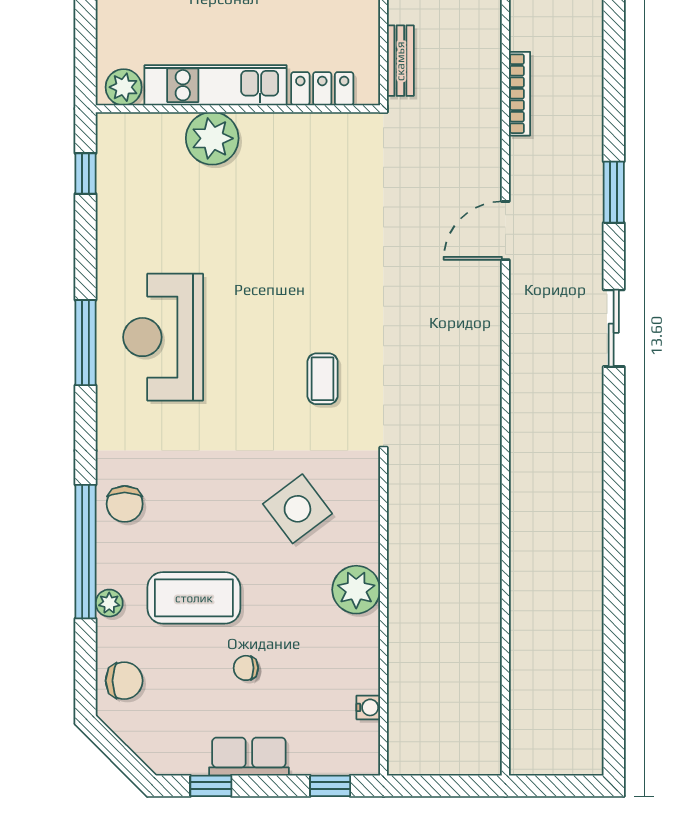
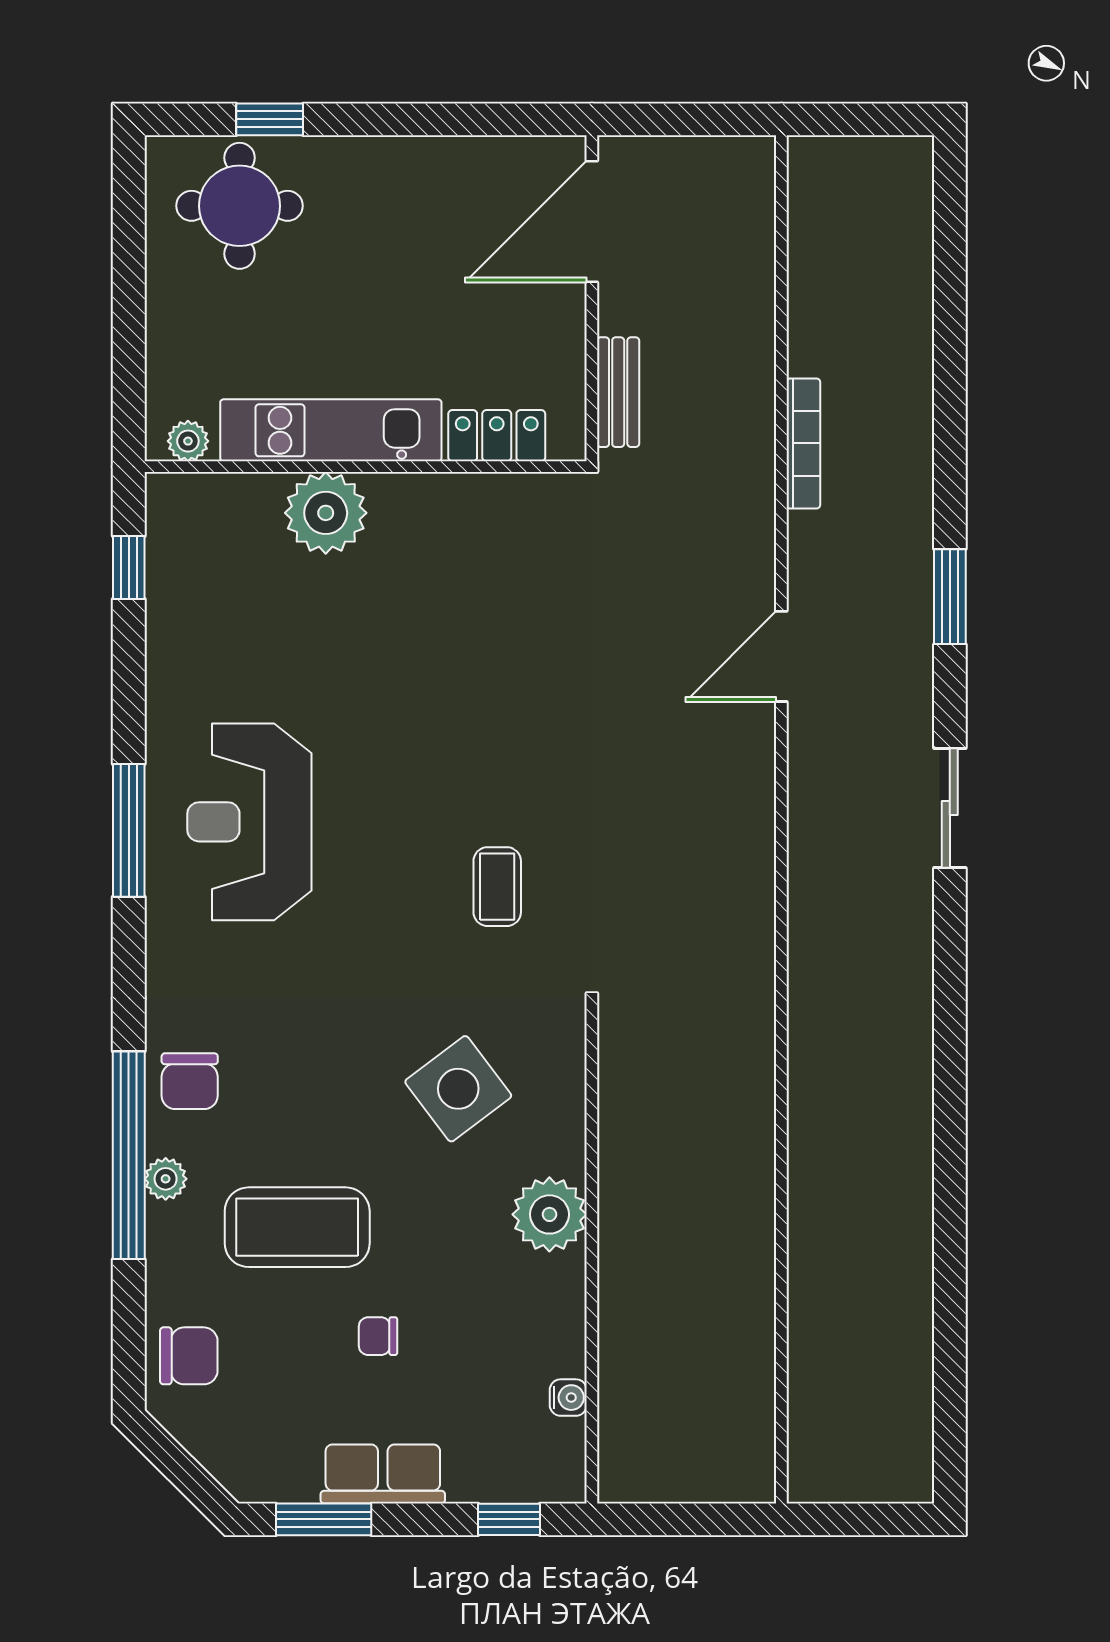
plant: (124, 87) -> (188, 441), width x0.73, depth x0.73
plant: (109, 603) -> (166, 1179), moved
window: (211, 786) -> (324, 1519), width x1.50

